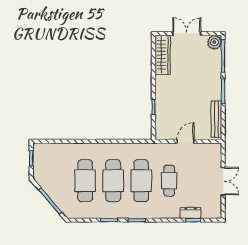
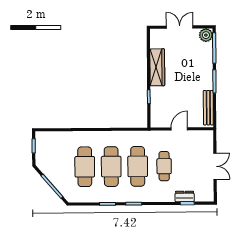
wardrobe: (163, 55) -> (157, 67), moved

